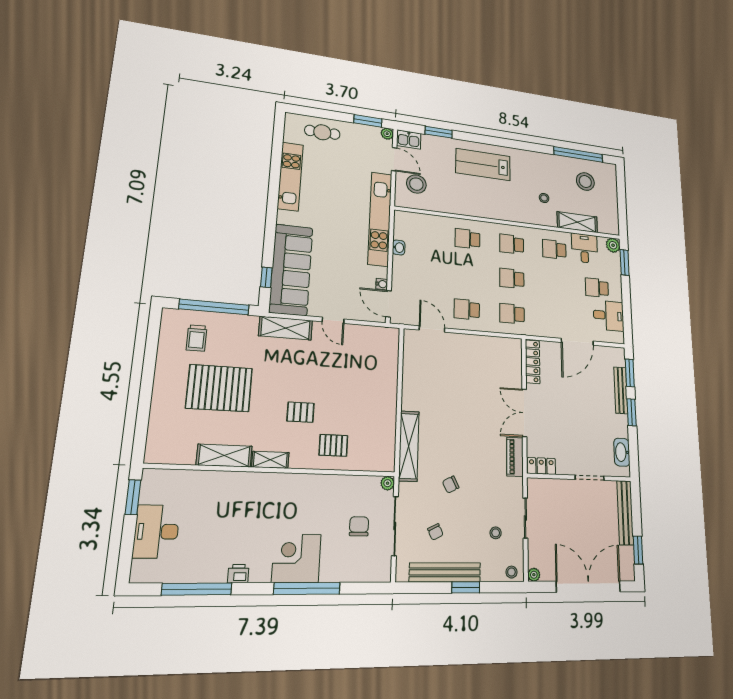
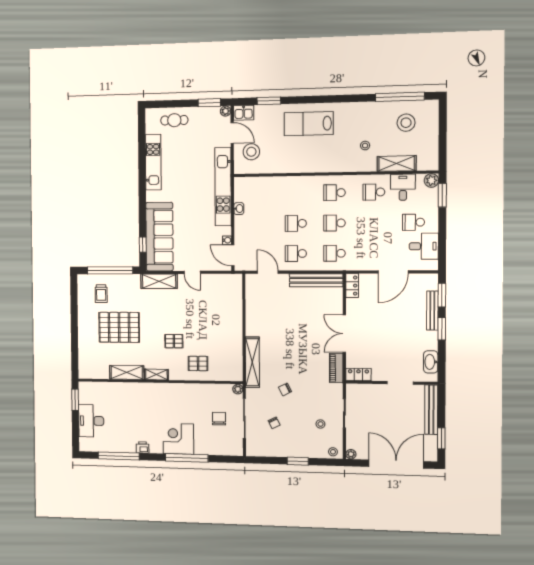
school desk: (468, 239) -> (296, 223), moved
locker: (533, 362) -> (352, 286), width x0.66
bench: (445, 572) -> (316, 280), moved

